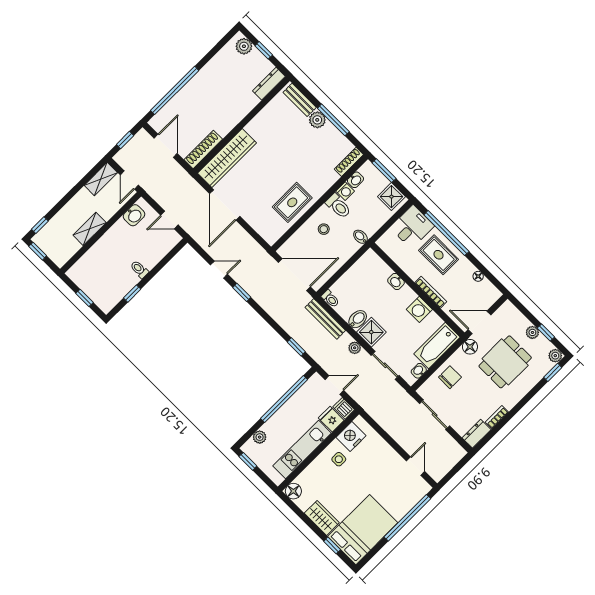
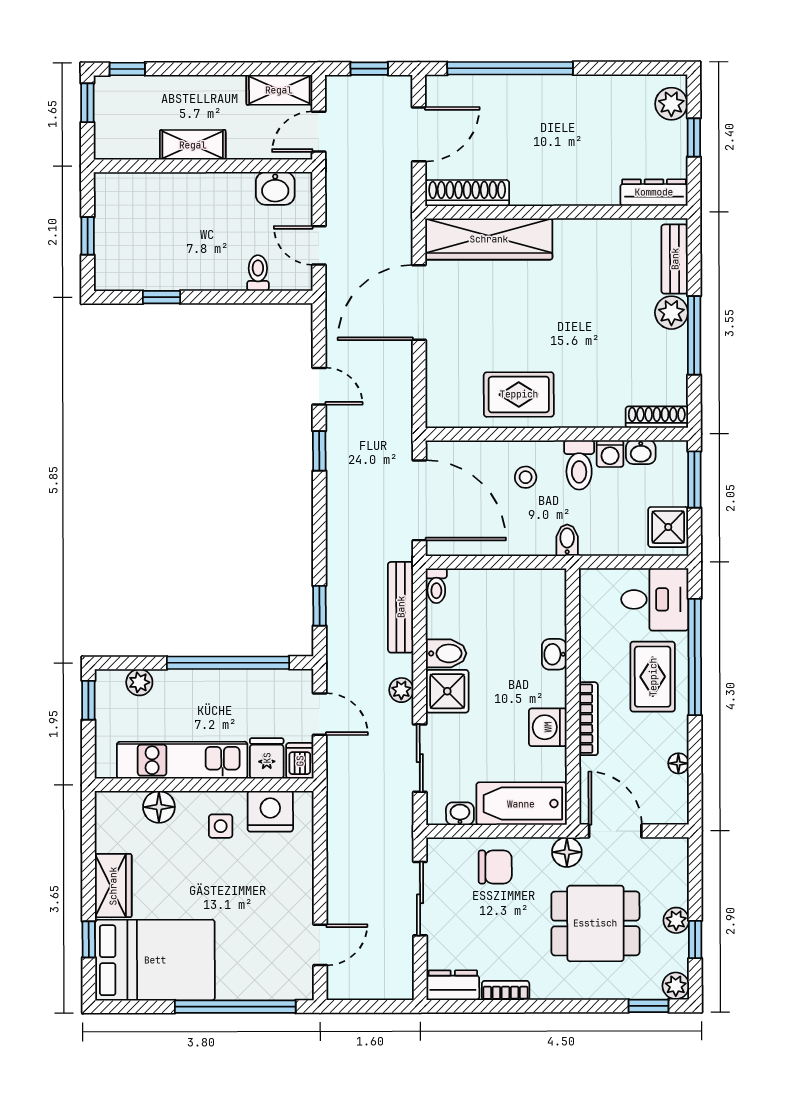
toilet: (139, 269) -> (258, 273), moved
floor lamp: (293, 491) -> (159, 807), moved

